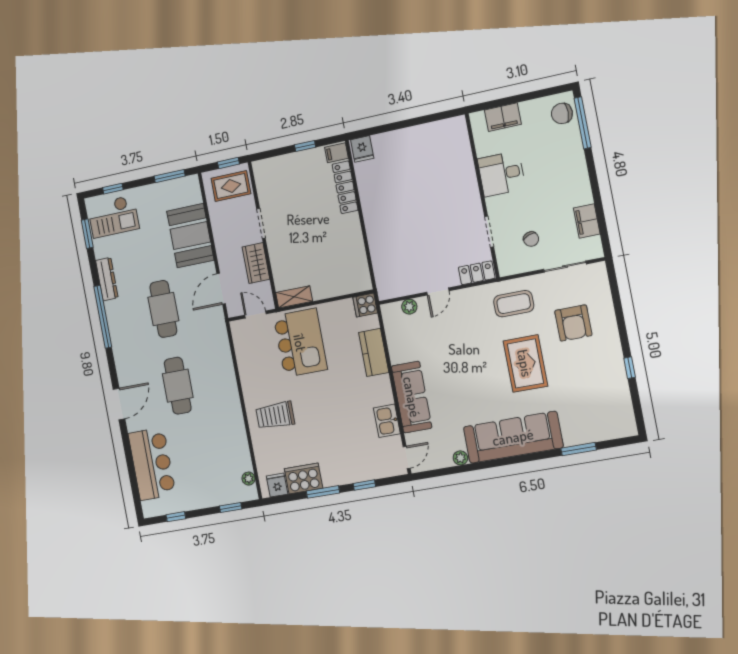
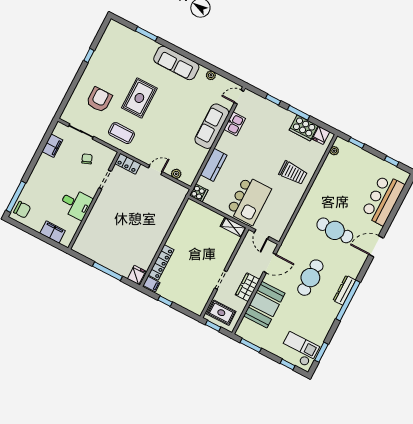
window: (400, 125) -> (107, 271), added
wardrobe: (256, 263) -> (248, 287), moved, turned 180
dresser: (107, 279) -> (344, 290), moved
kitchen island: (300, 343) -> (249, 201), turned 180
cafe table: (178, 386) -> (335, 230), turned 90
sofa: (513, 437) -> (176, 63), width x0.74, depth x0.79

